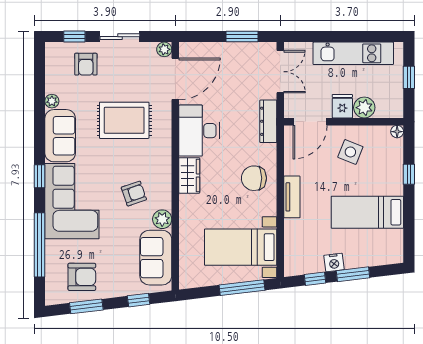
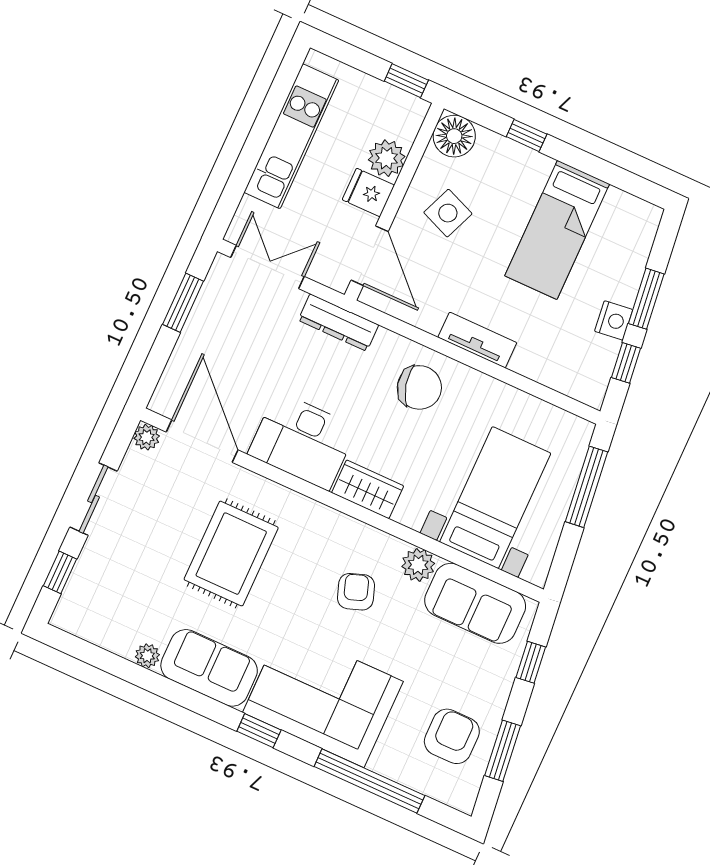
armchair: (86, 64) -> (113, 574), removed
window: (409, 77) -> (406, 81), moved
floor lamp: (397, 132) -> (454, 136), width x1.89, depth x1.89
chair: (254, 178) -> (419, 387), turned -104
bed with nightstands: (241, 247) -> (495, 498), moved, turned 180

